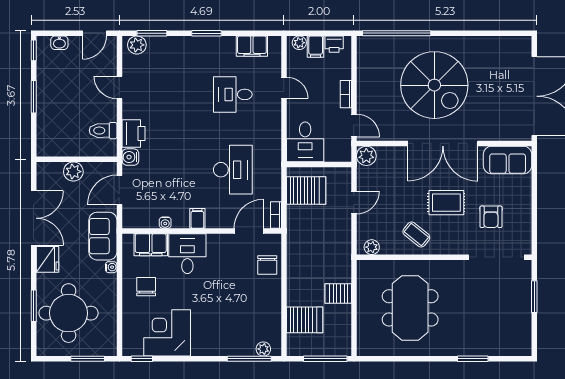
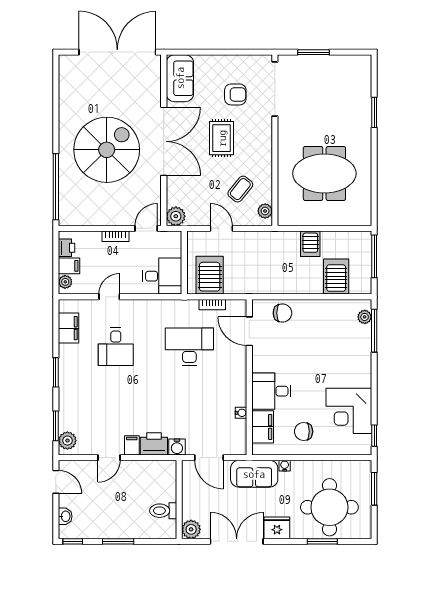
toilet: (103, 131) -> (163, 511), moved, turned 90
plant: (73, 172) -> (191, 529), moved
bookcase: (276, 215) -> (212, 305), moved
filing cabinet: (197, 218) -> (132, 445), moved, turned 90
coffee table: (416, 235) -> (240, 189), moved

